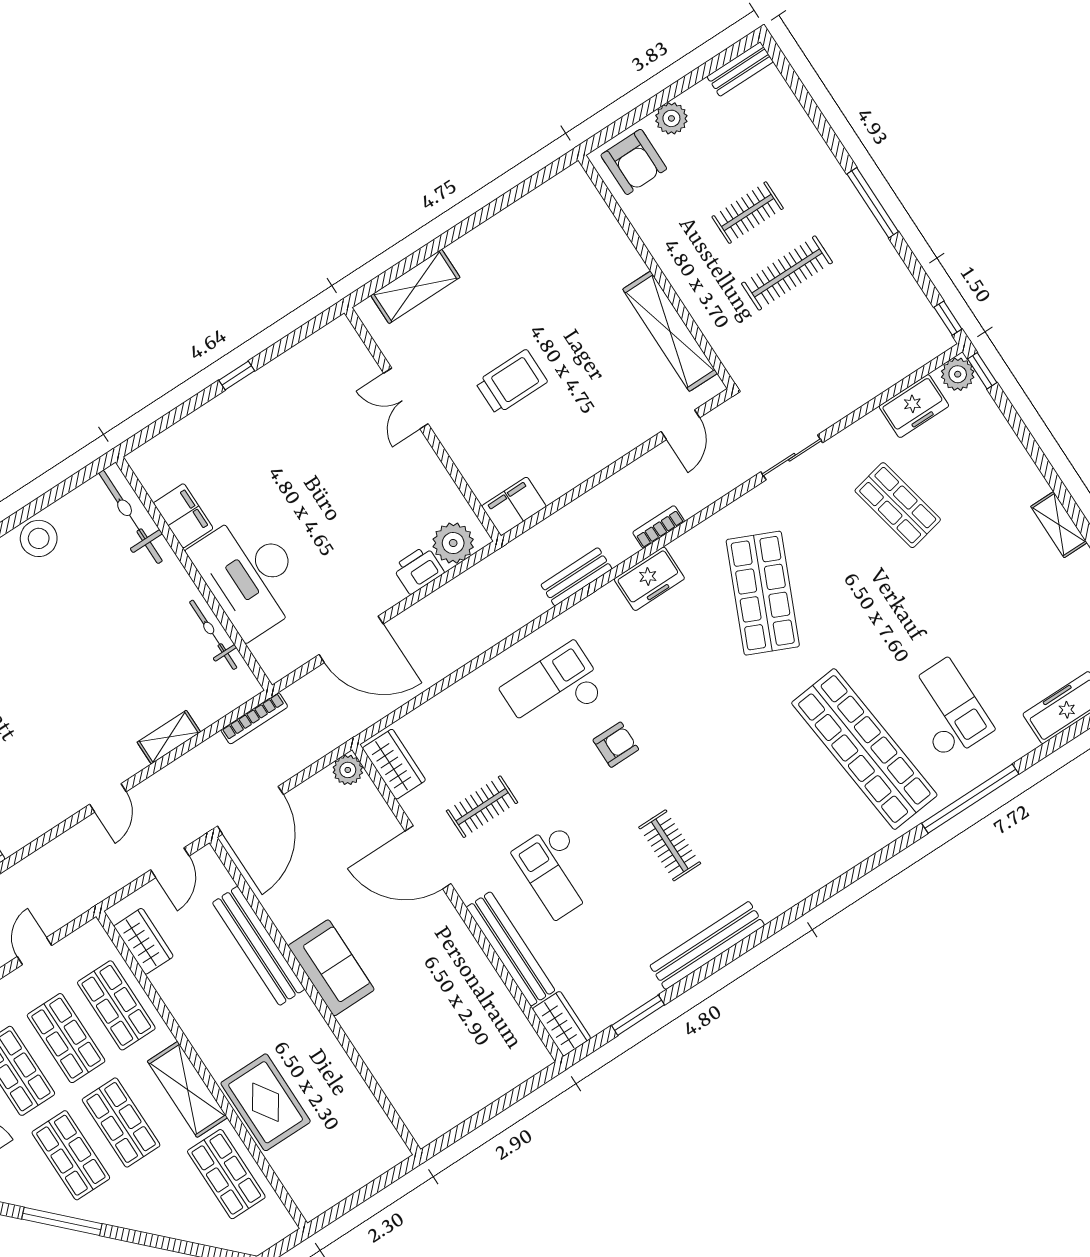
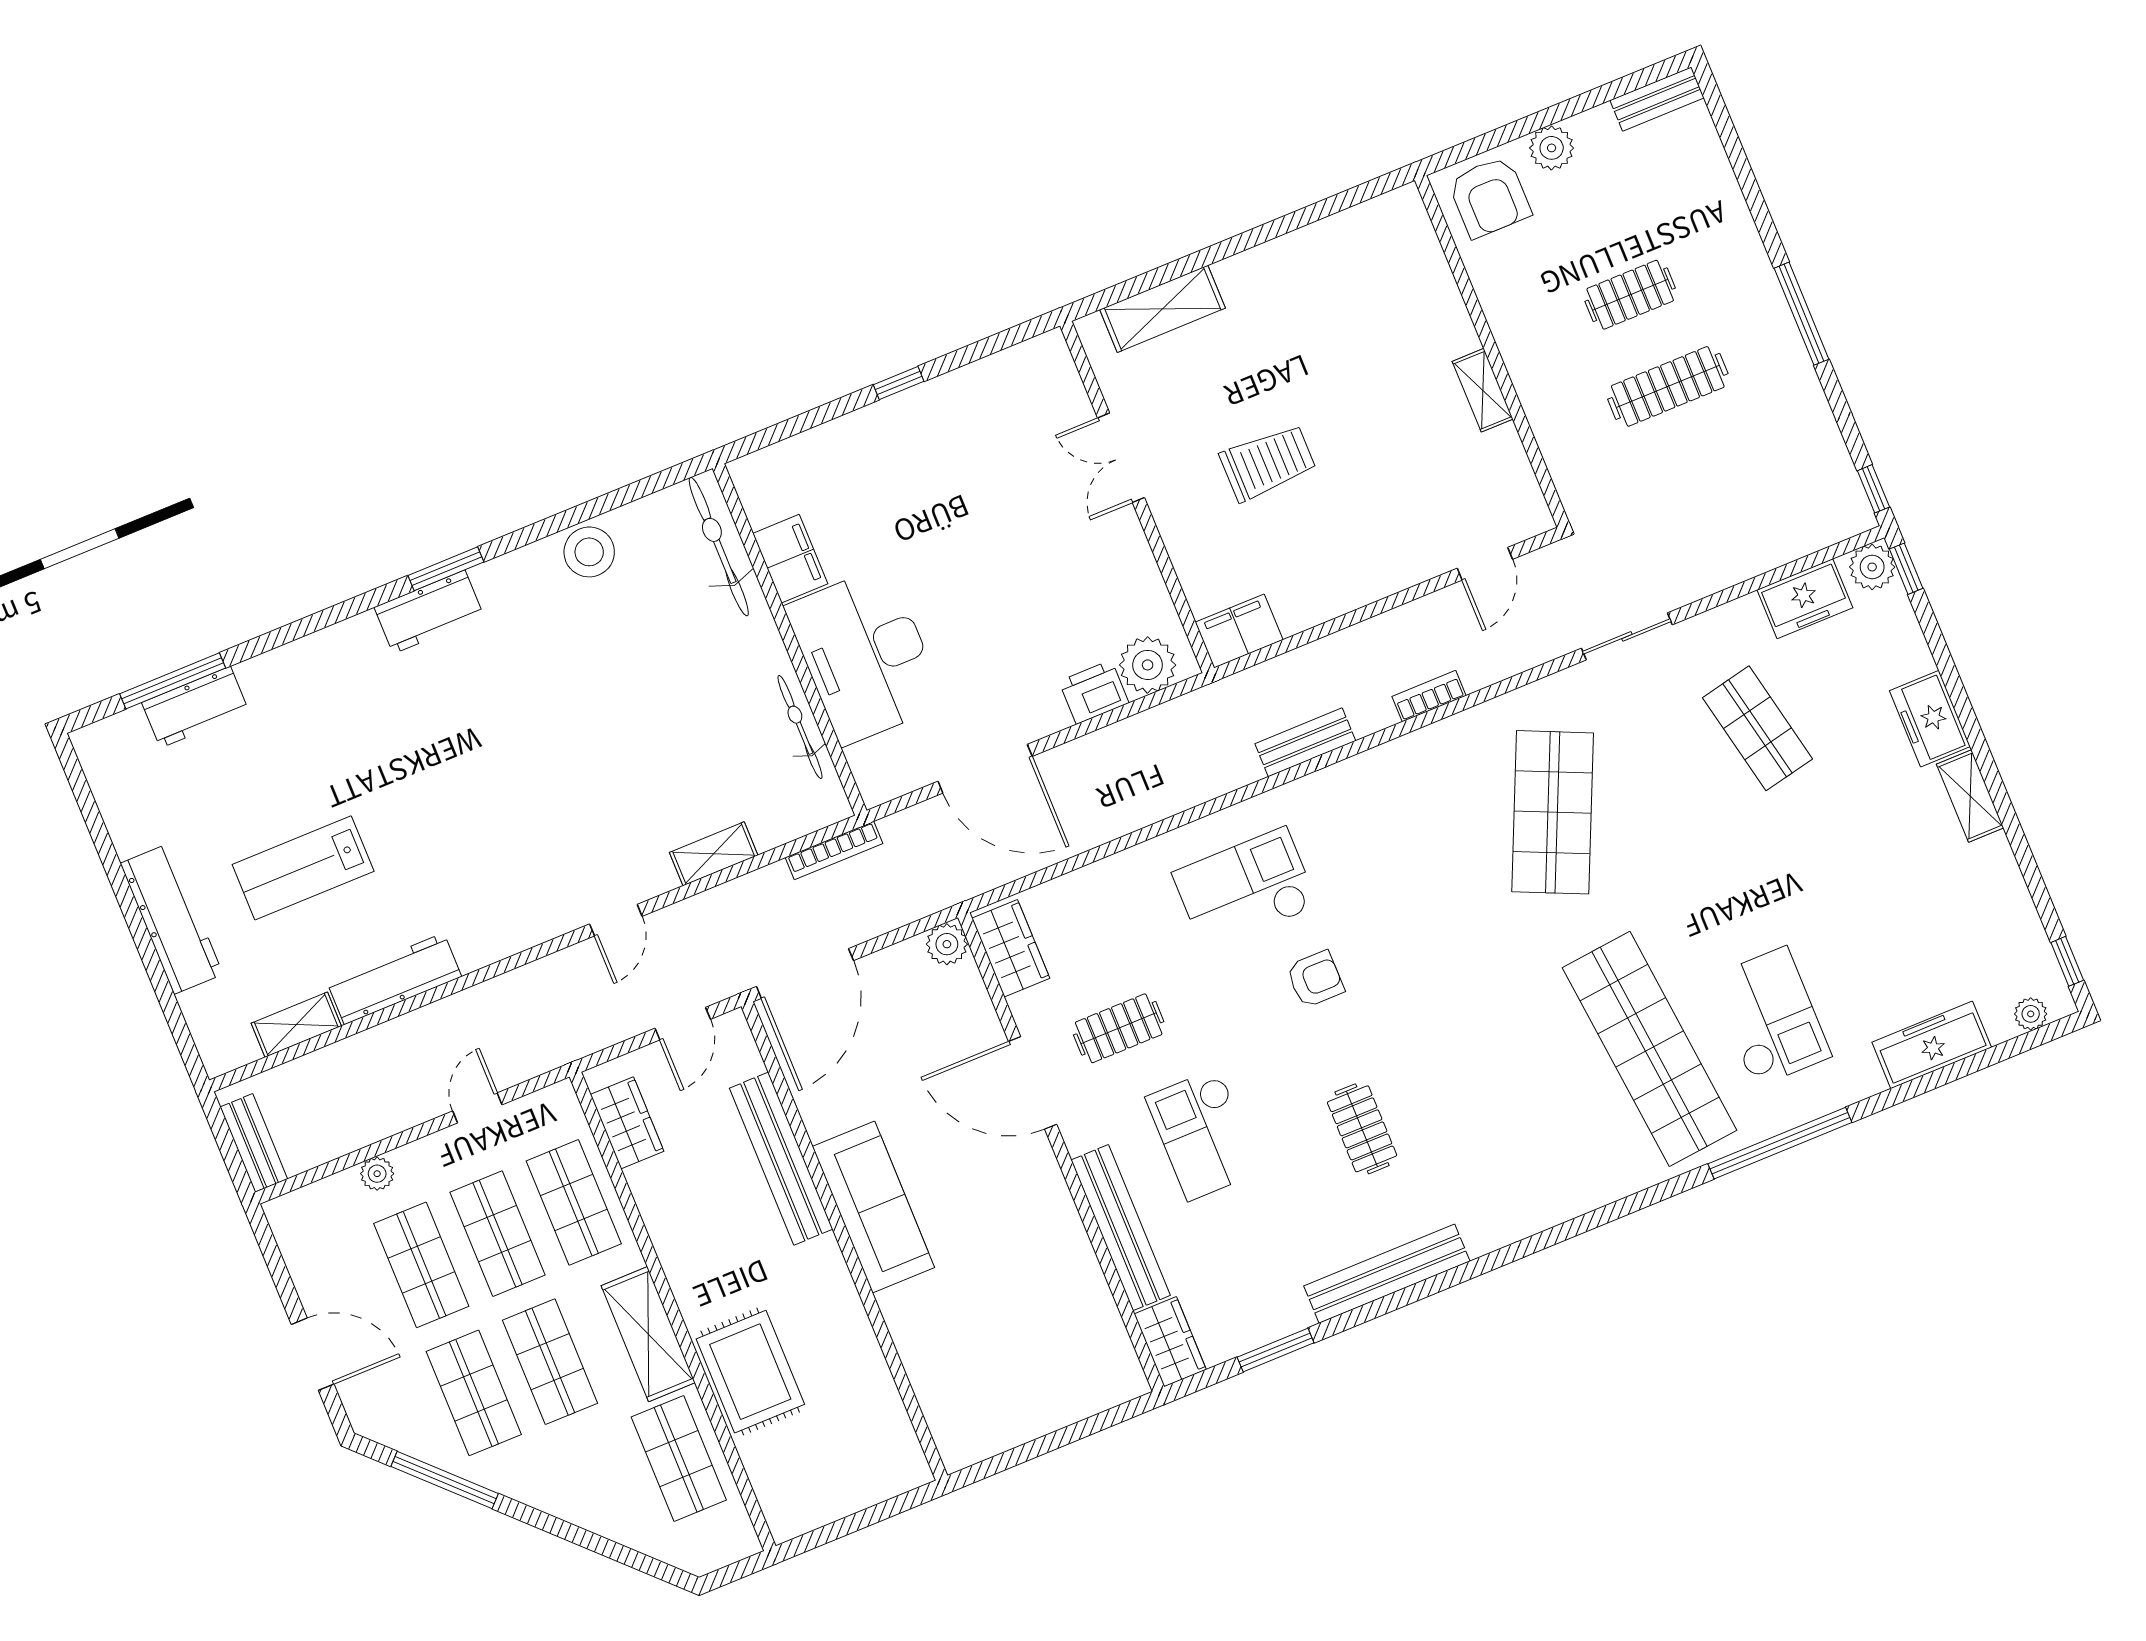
shelving: (670, 331) -> (1483, 390), width x0.45, depth x0.75
freezer: (649, 579) -> (1930, 719), moved, turned 90
sofa: (331, 968) -> (873, 1207), width x1.36

